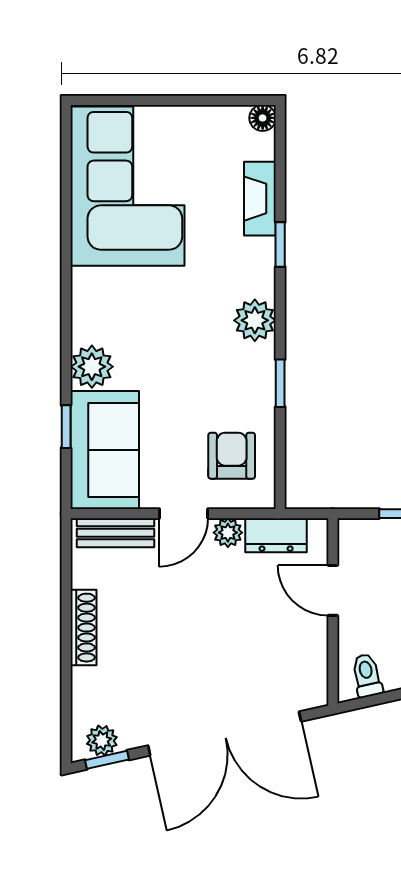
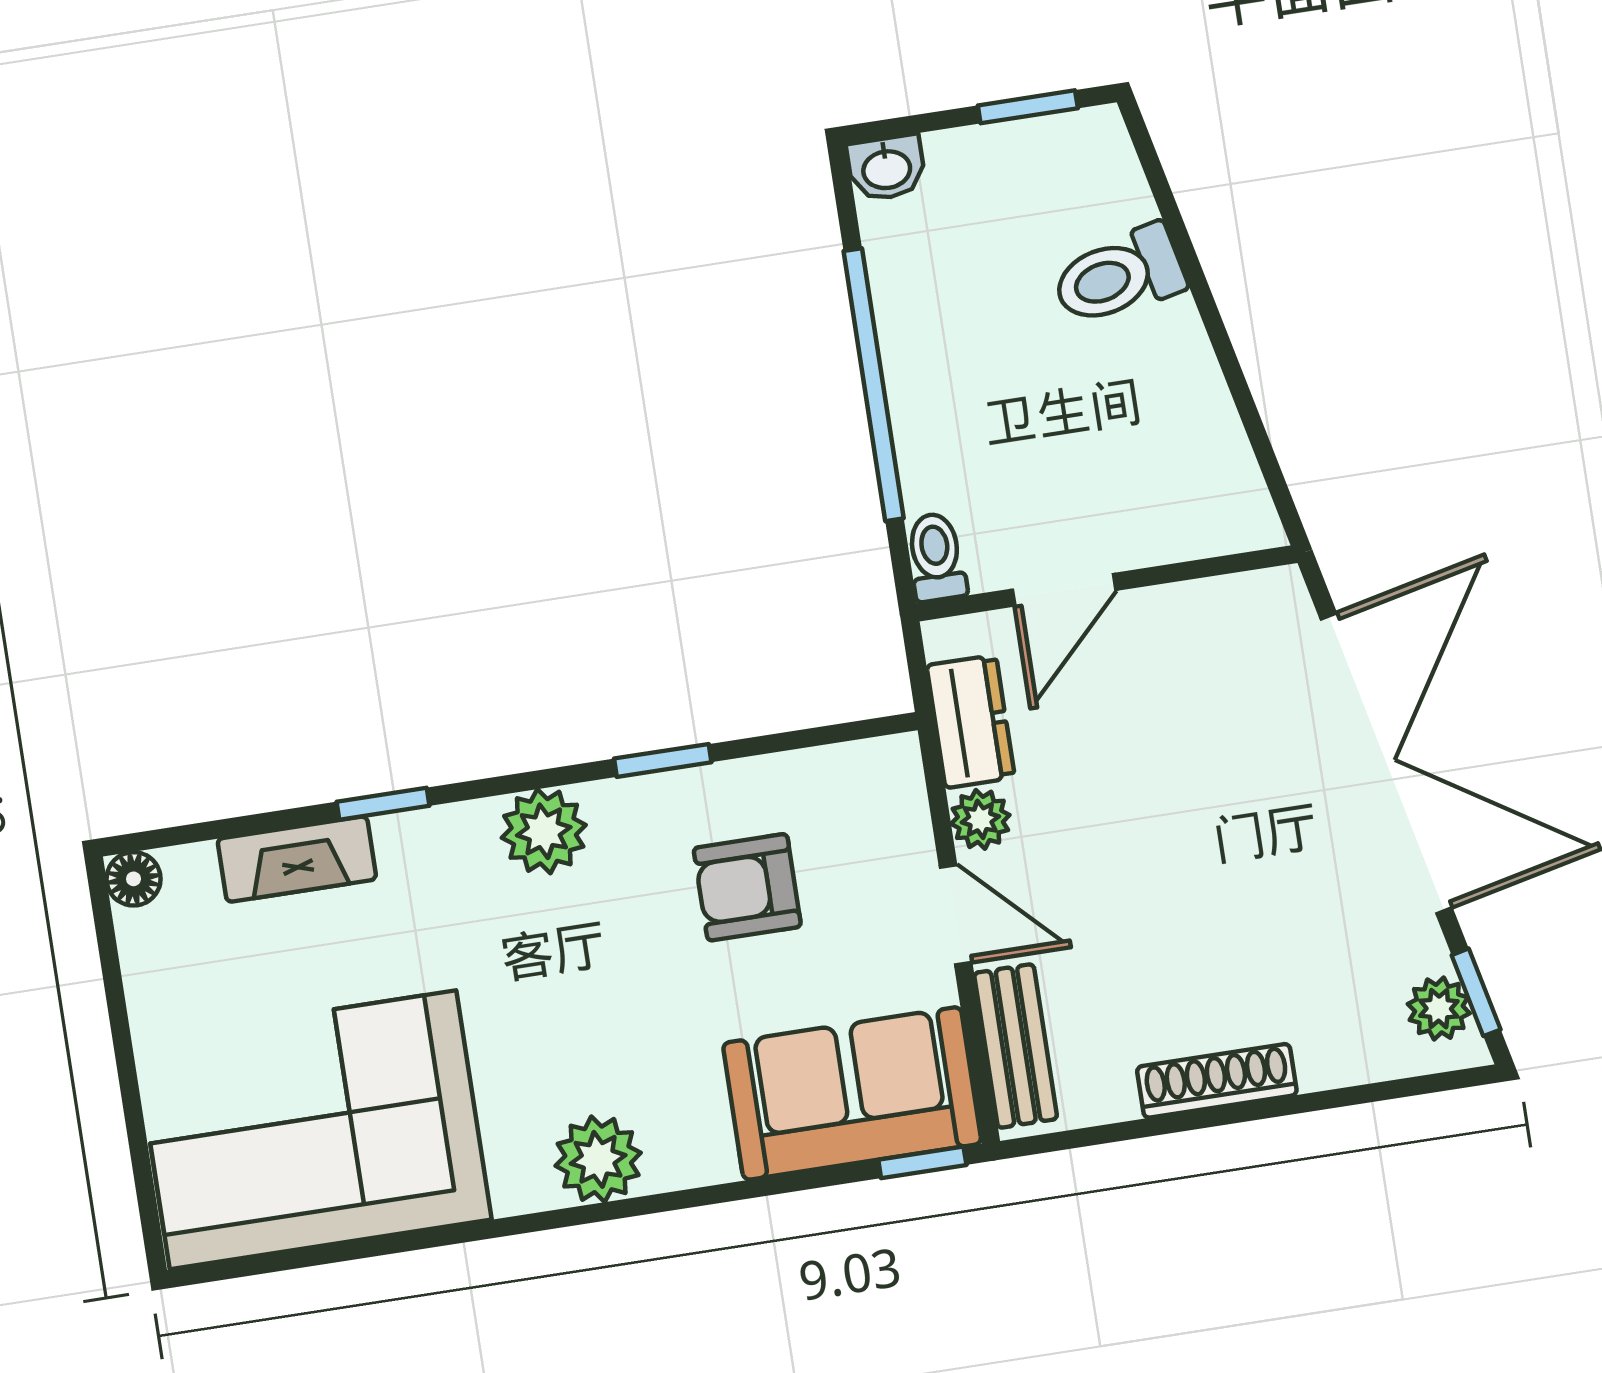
plant: (92, 367) -> (598, 1159), moved
window: (66, 427) -> (922, 1162), moved
armchair: (232, 456) -> (747, 887), moved
toilet: (367, 675) -> (936, 557), moved, turned 103

